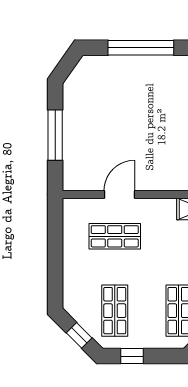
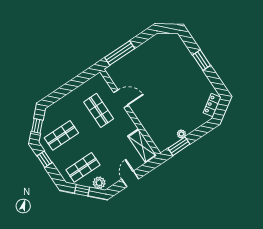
window: (141, 48) -> (202, 60), width x0.47
window: (55, 135) -> (120, 53), moved

